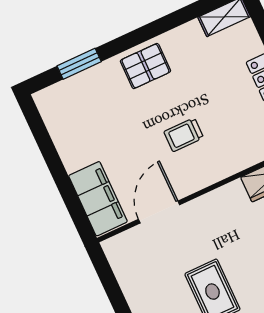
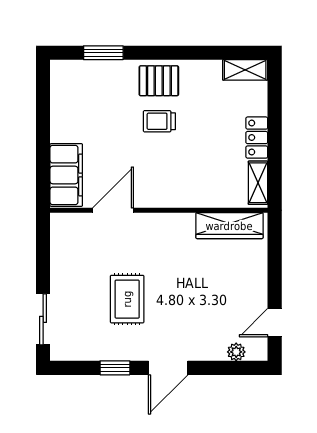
trolley: (184, 135) -> (159, 121), moved

